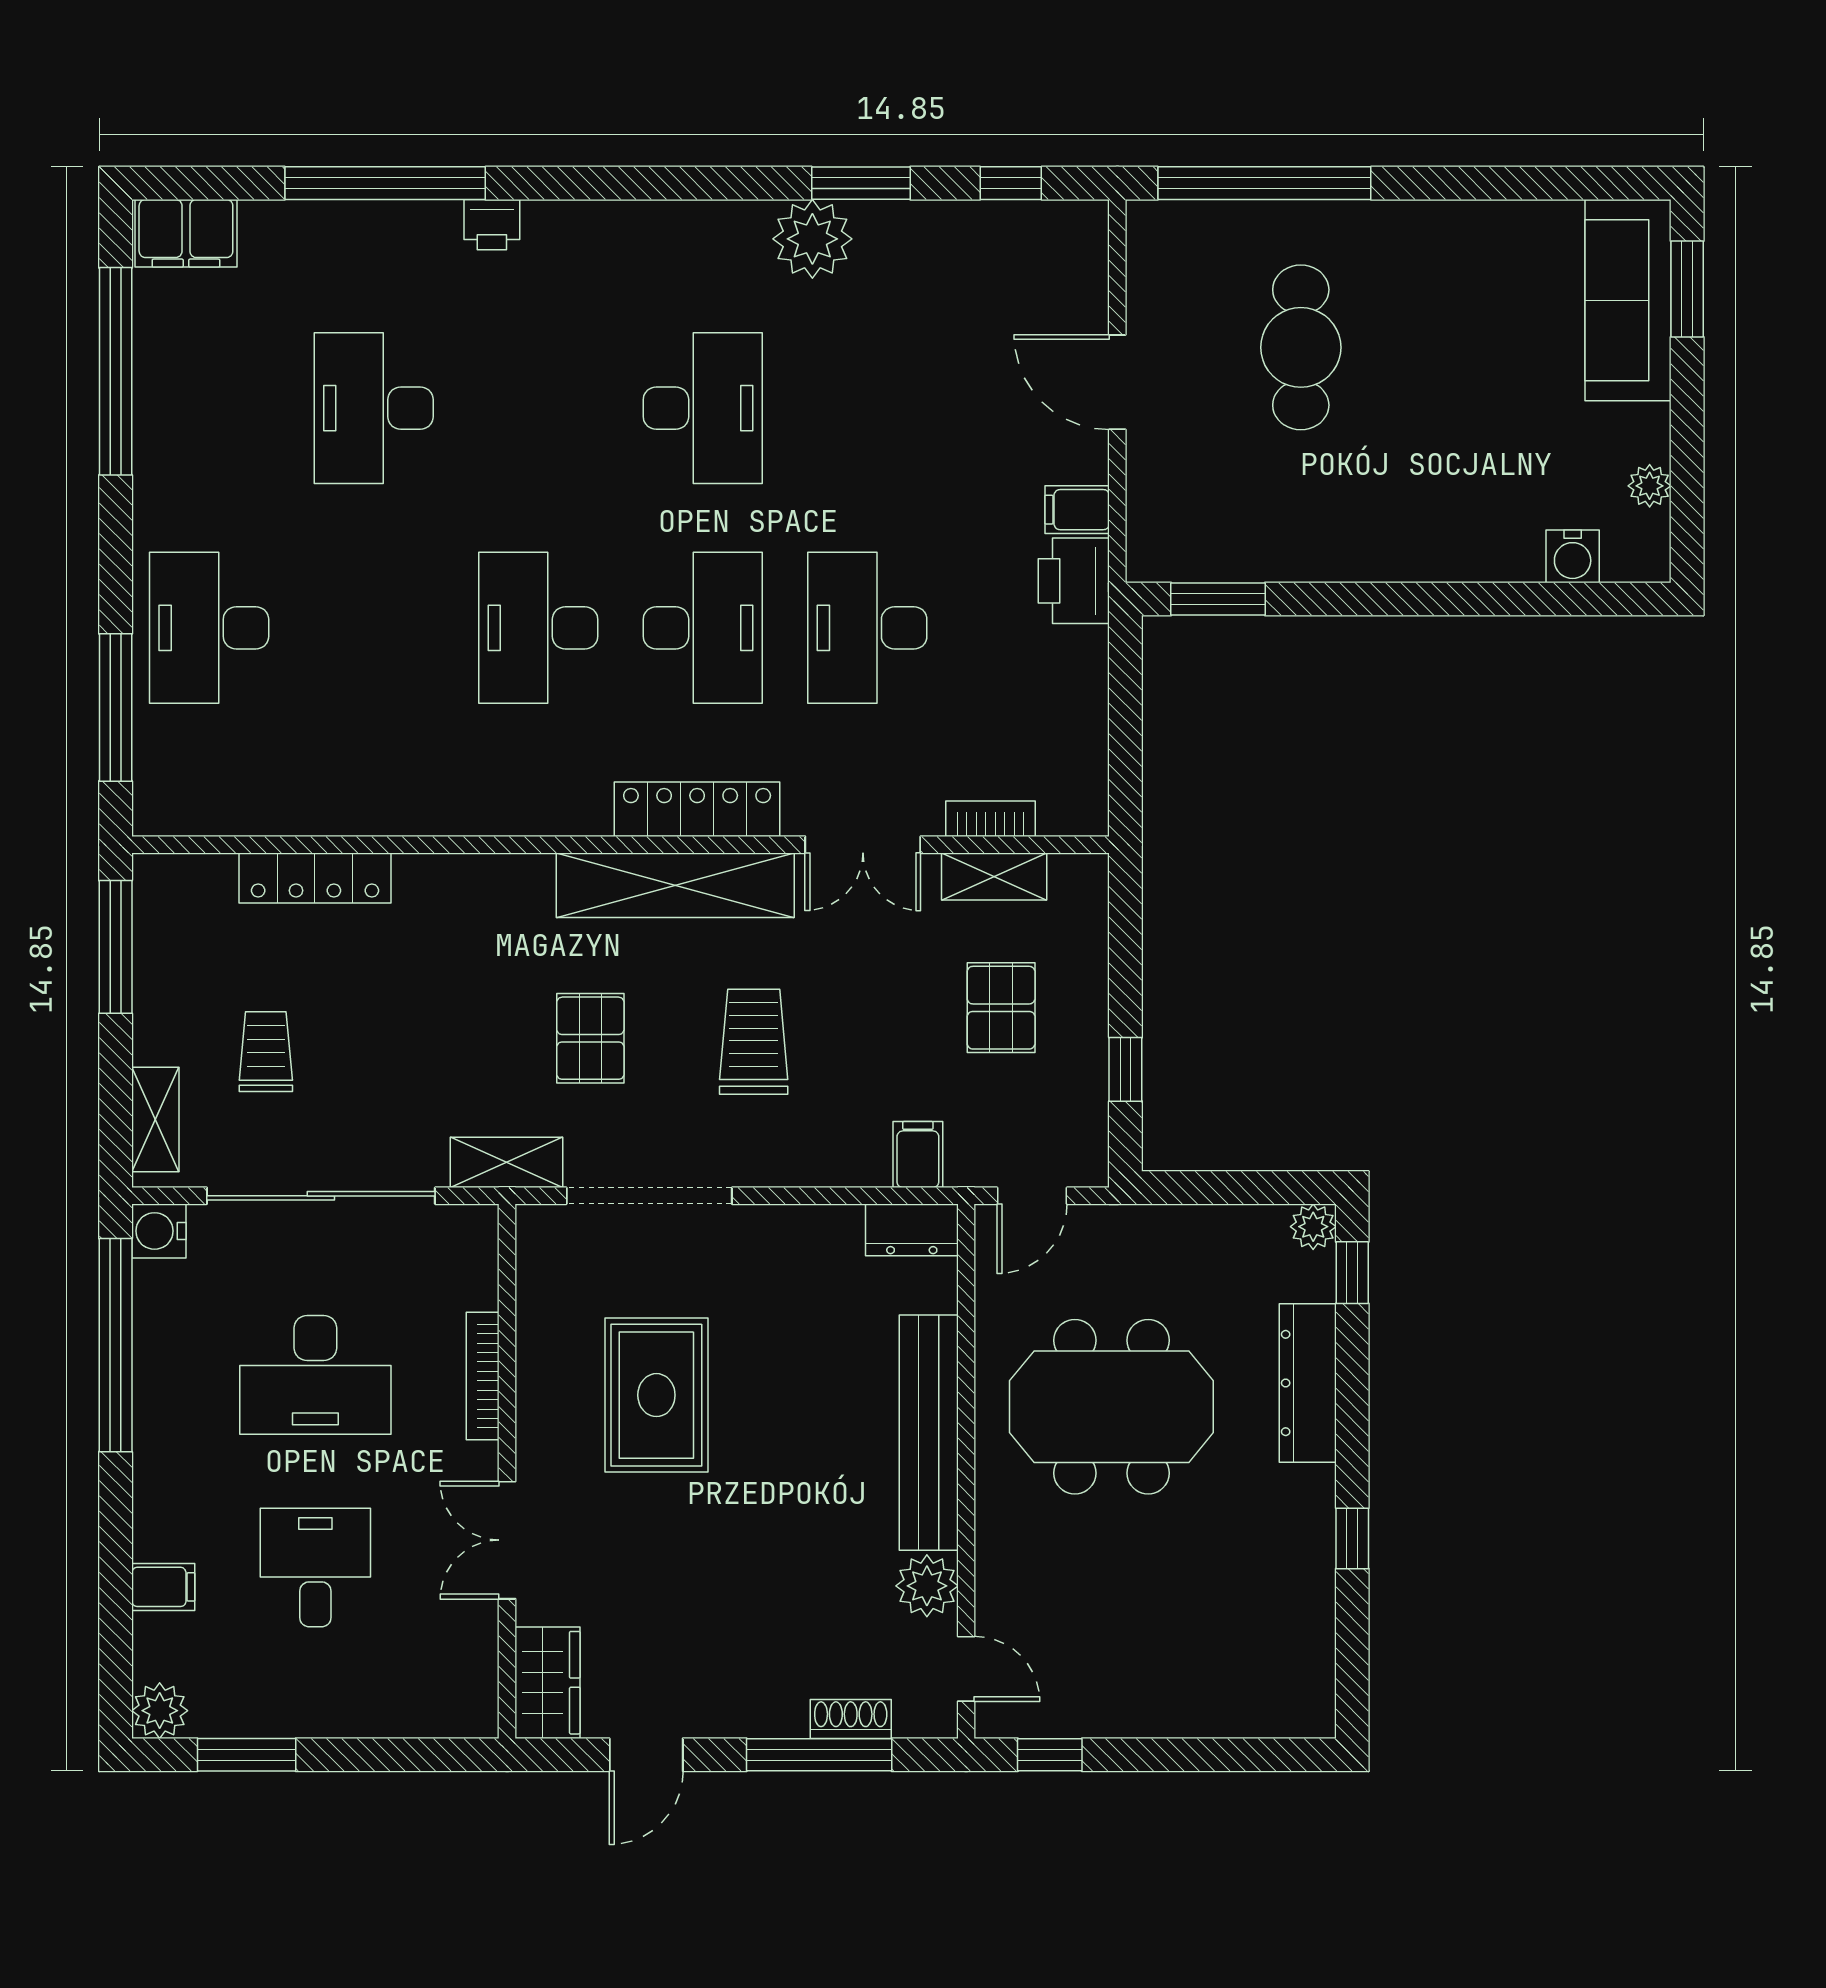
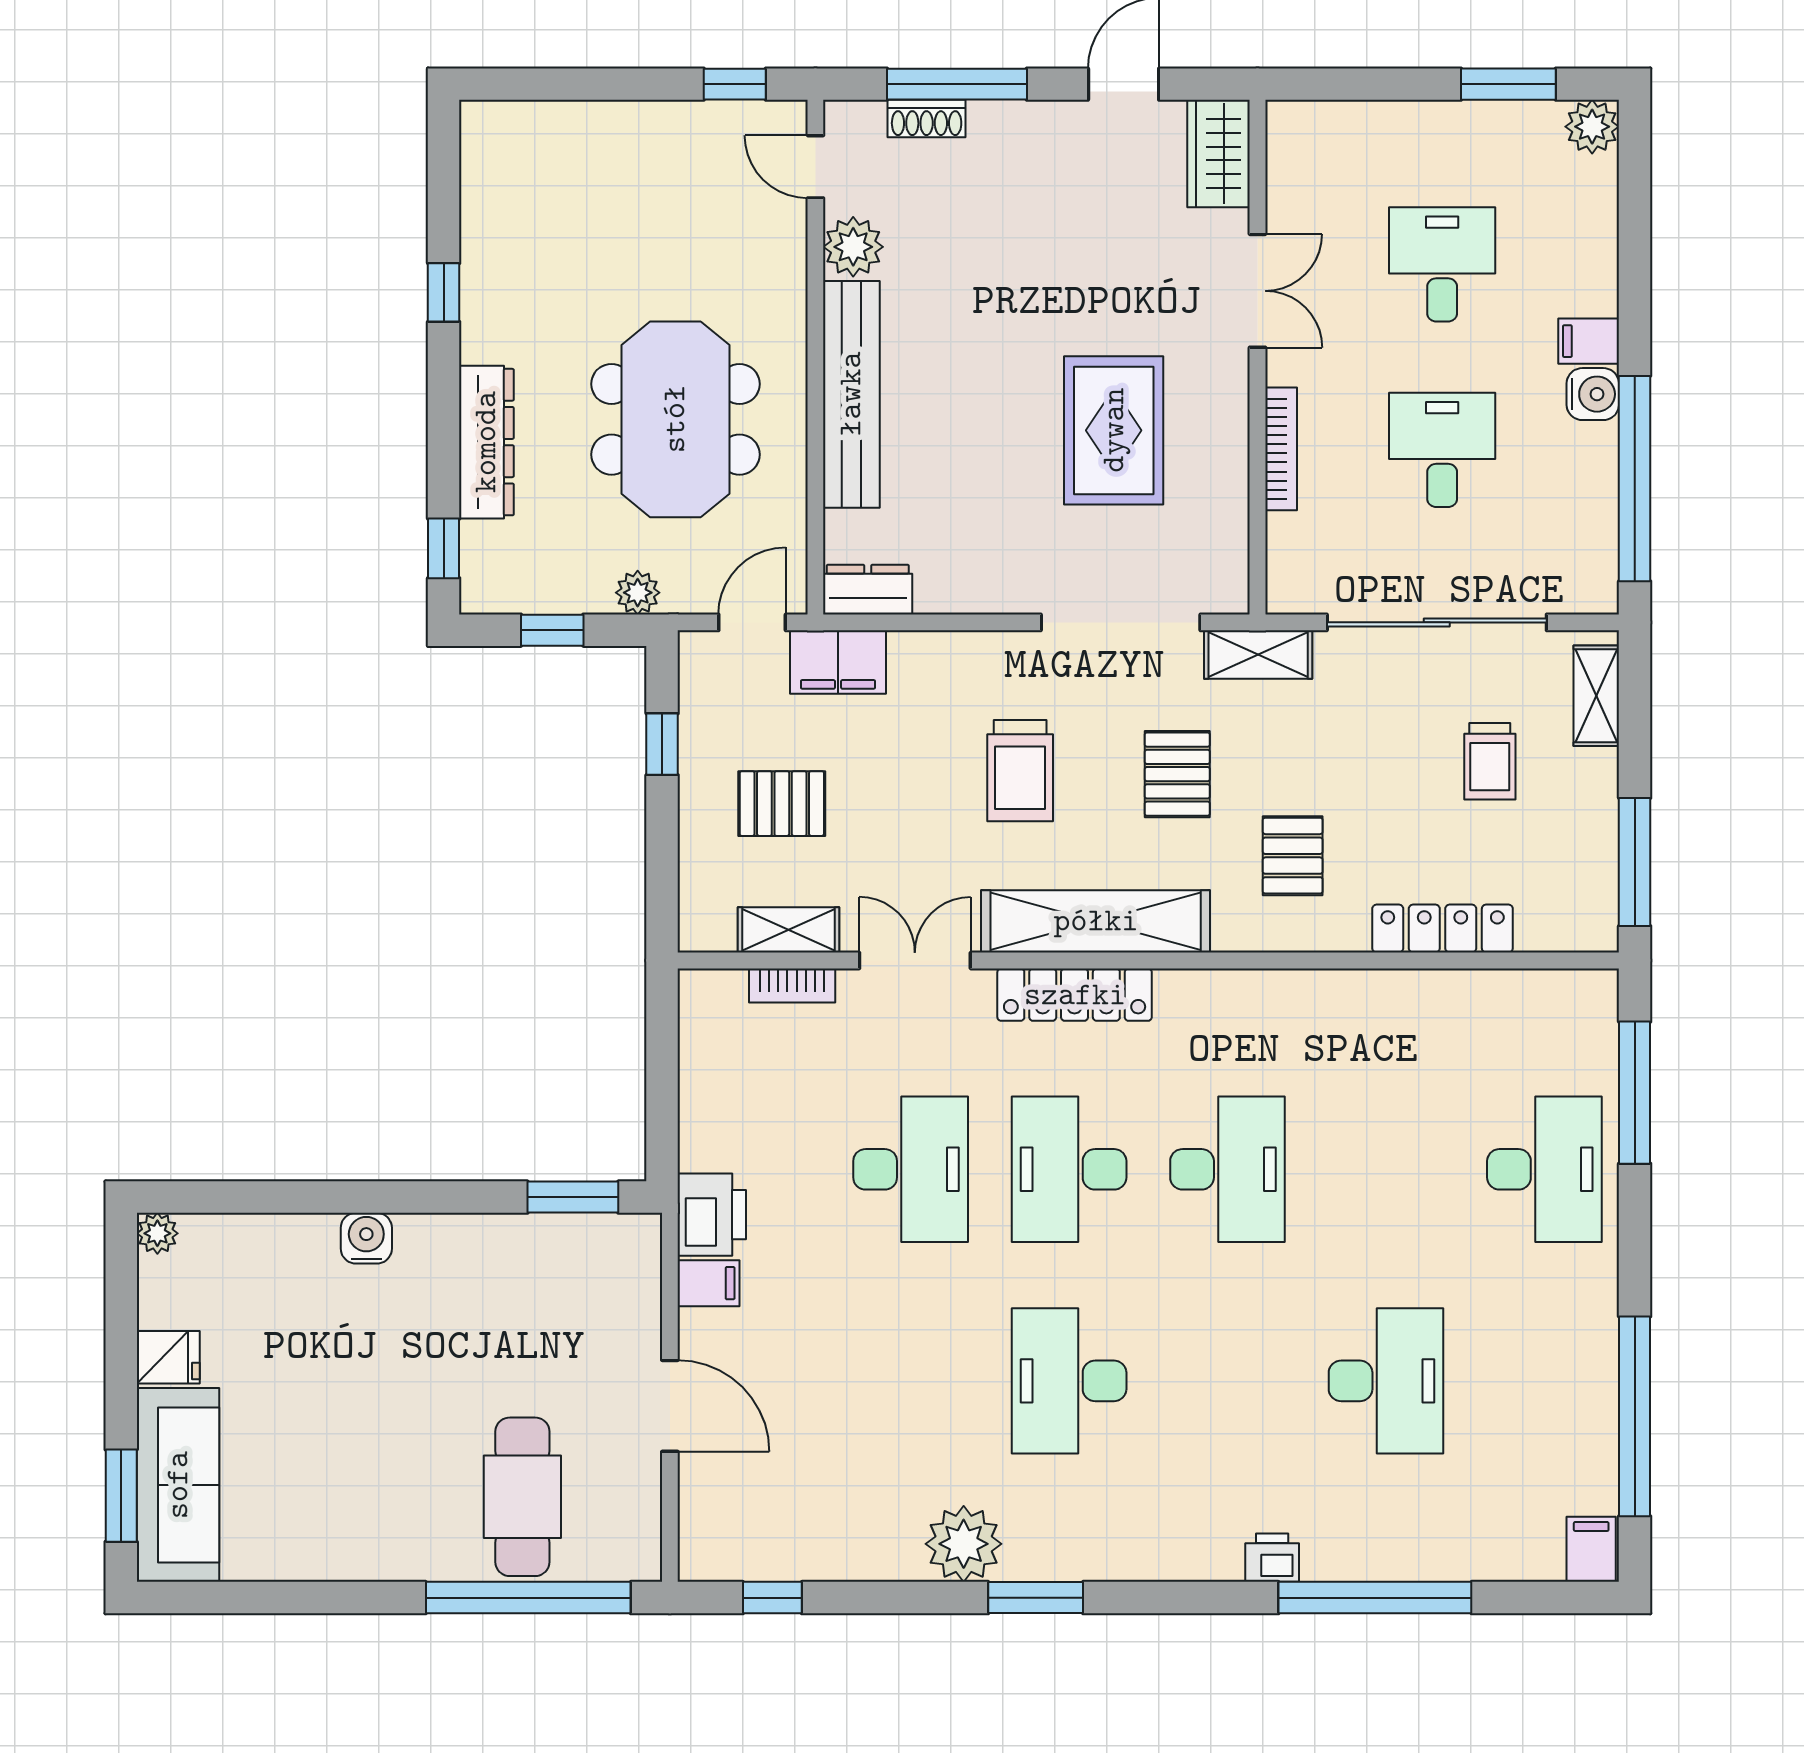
window: (861, 183) -> (1036, 1598), moved
filing cabinet: (186, 233) -> (1591, 1549), width x0.50
cafe table: (1301, 347) -> (522, 1497), moved
fridge: (1638, 433) -> (168, 1357), added
plant: (1650, 486) -> (157, 1233), moved
water cooler: (1573, 556) -> (366, 1238), moved
pallet: (471, 954) -> (1293, 856), added
pallet: (1001, 1008) -> (782, 804), turned 90
filing cabinet: (918, 1155) -> (838, 662), width x2.00
window: (1239, 1188) -> (552, 630), added
plant: (1313, 1227) -> (638, 593), moved
water cooler: (159, 1231) -> (1593, 394), moved
desk: (315, 1375) -> (1442, 450), width x0.73
meeting table: (1111, 1407) -> (675, 419), turned 90
desk: (315, 1568) -> (1442, 264), turned 180
filing cabinet: (163, 1587) -> (1589, 341), moved

